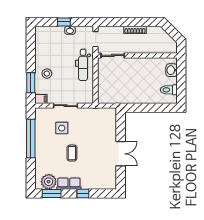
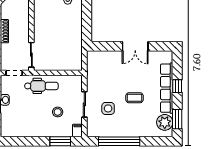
stool: (47, 74) -> (58, 112), moved
double door: (121, 154) -> (135, 46), swing flipped
row of seats: (69, 184) -> (167, 88), width x2.02

